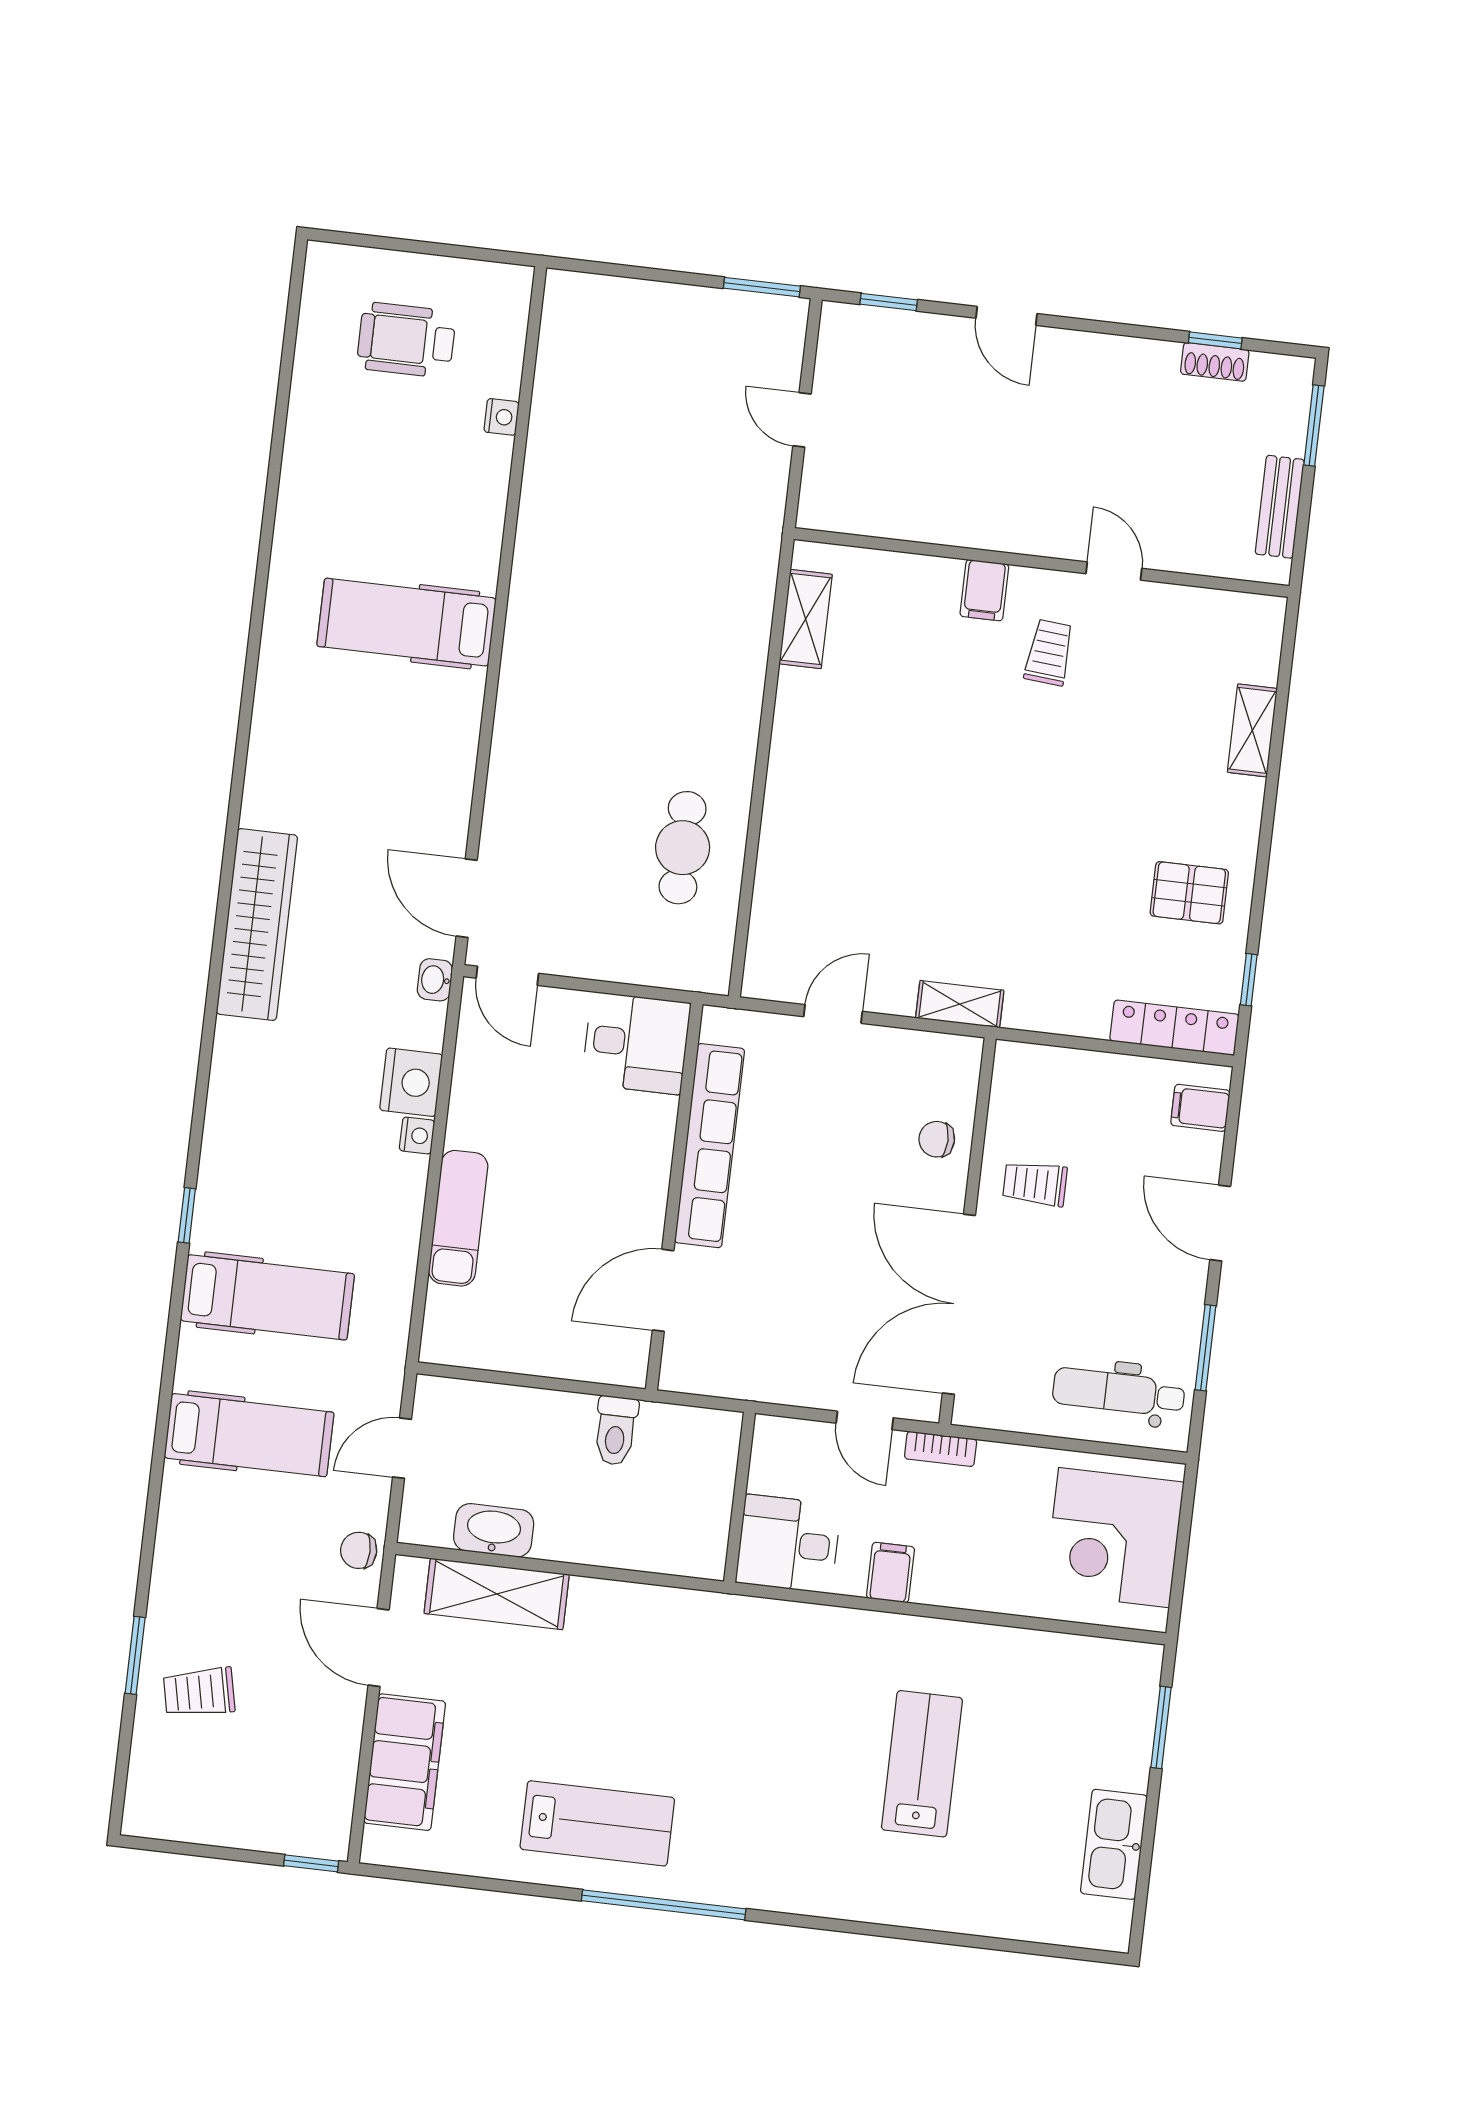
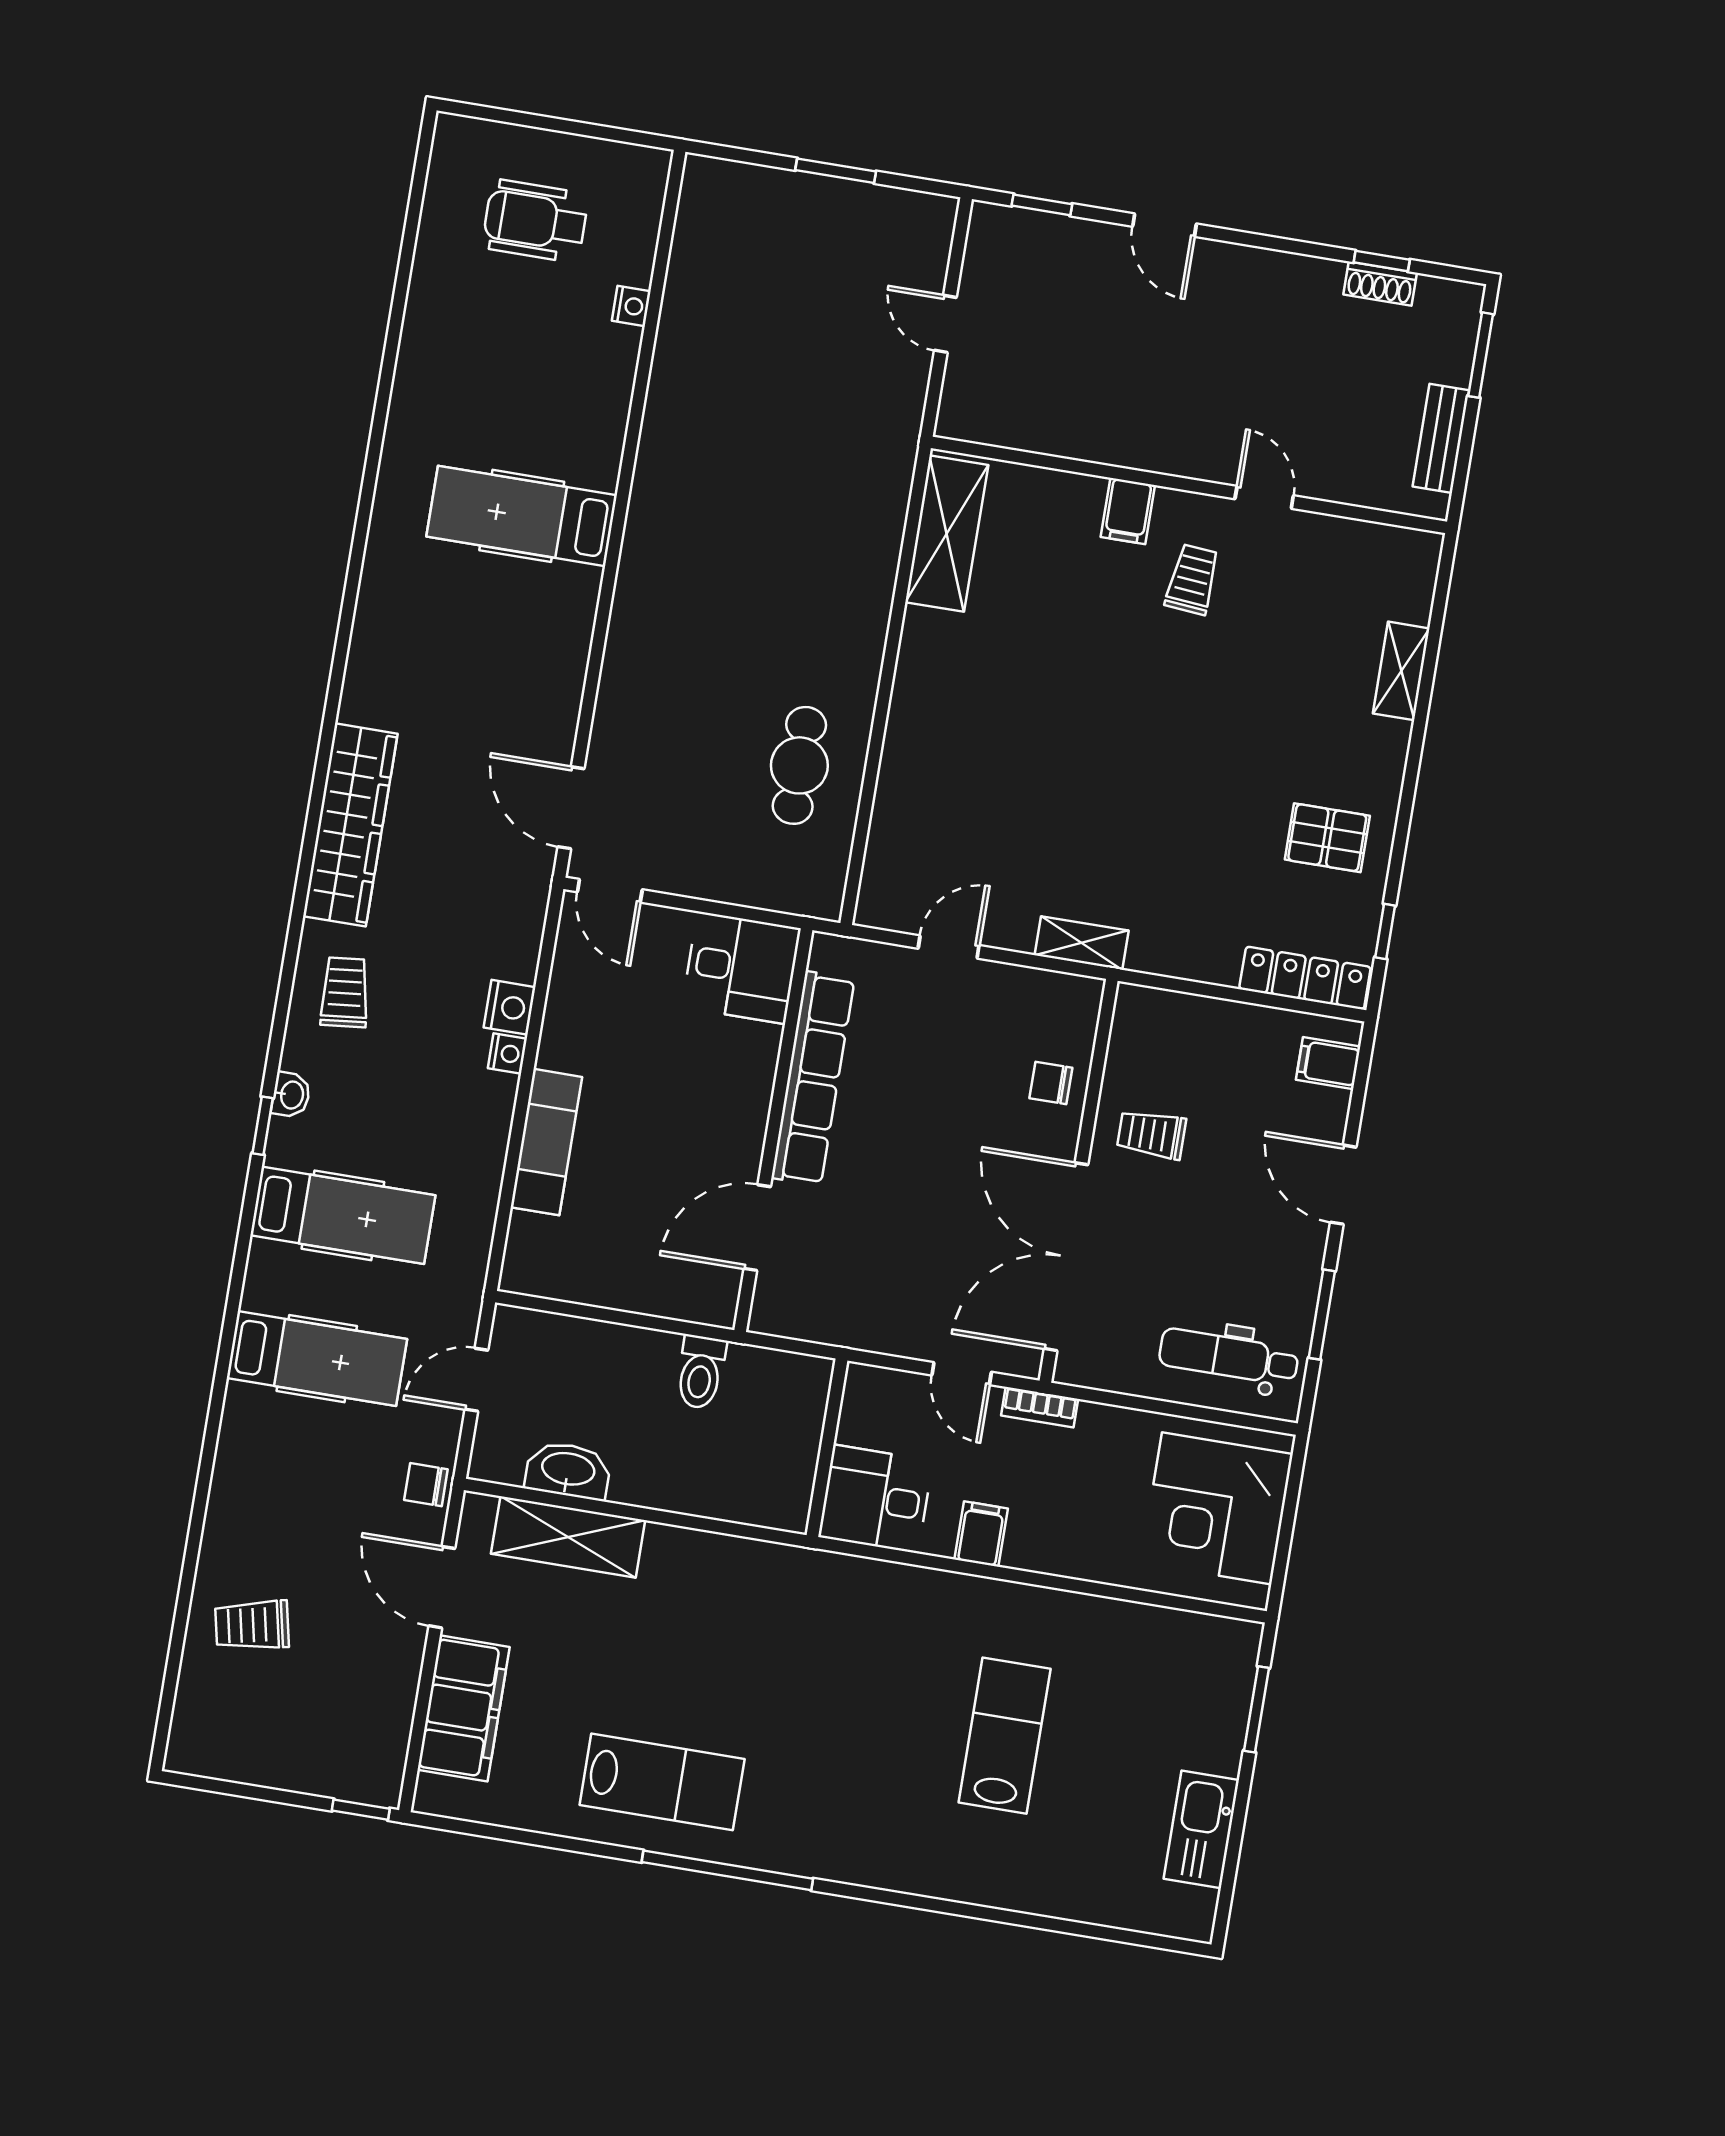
window: (762, 287) -> (836, 171), moved
shelving: (806, 619) -> (947, 534), width x1.50, depth x1.33
washbasin: (435, 980) -> (291, 1095), moved, turned 180
nightstand: (411, 1082) -> (510, 1007), width x0.74, depth x0.75
trolley: (259, 1084) -> (345, 992), added
window: (135, 1655) -> (187, 1583), removed

